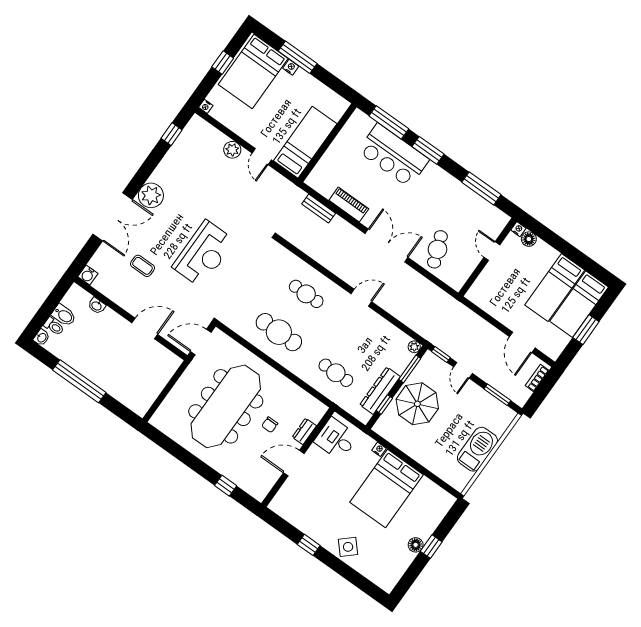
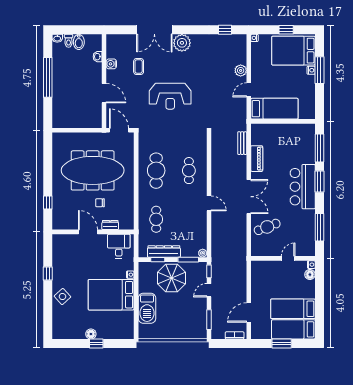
bar counter: (393, 155) -> (303, 187), moved
water cooler: (88, 275) -> (111, 64), moved
barbecue: (477, 449) -> (147, 308), moved, turned 90

